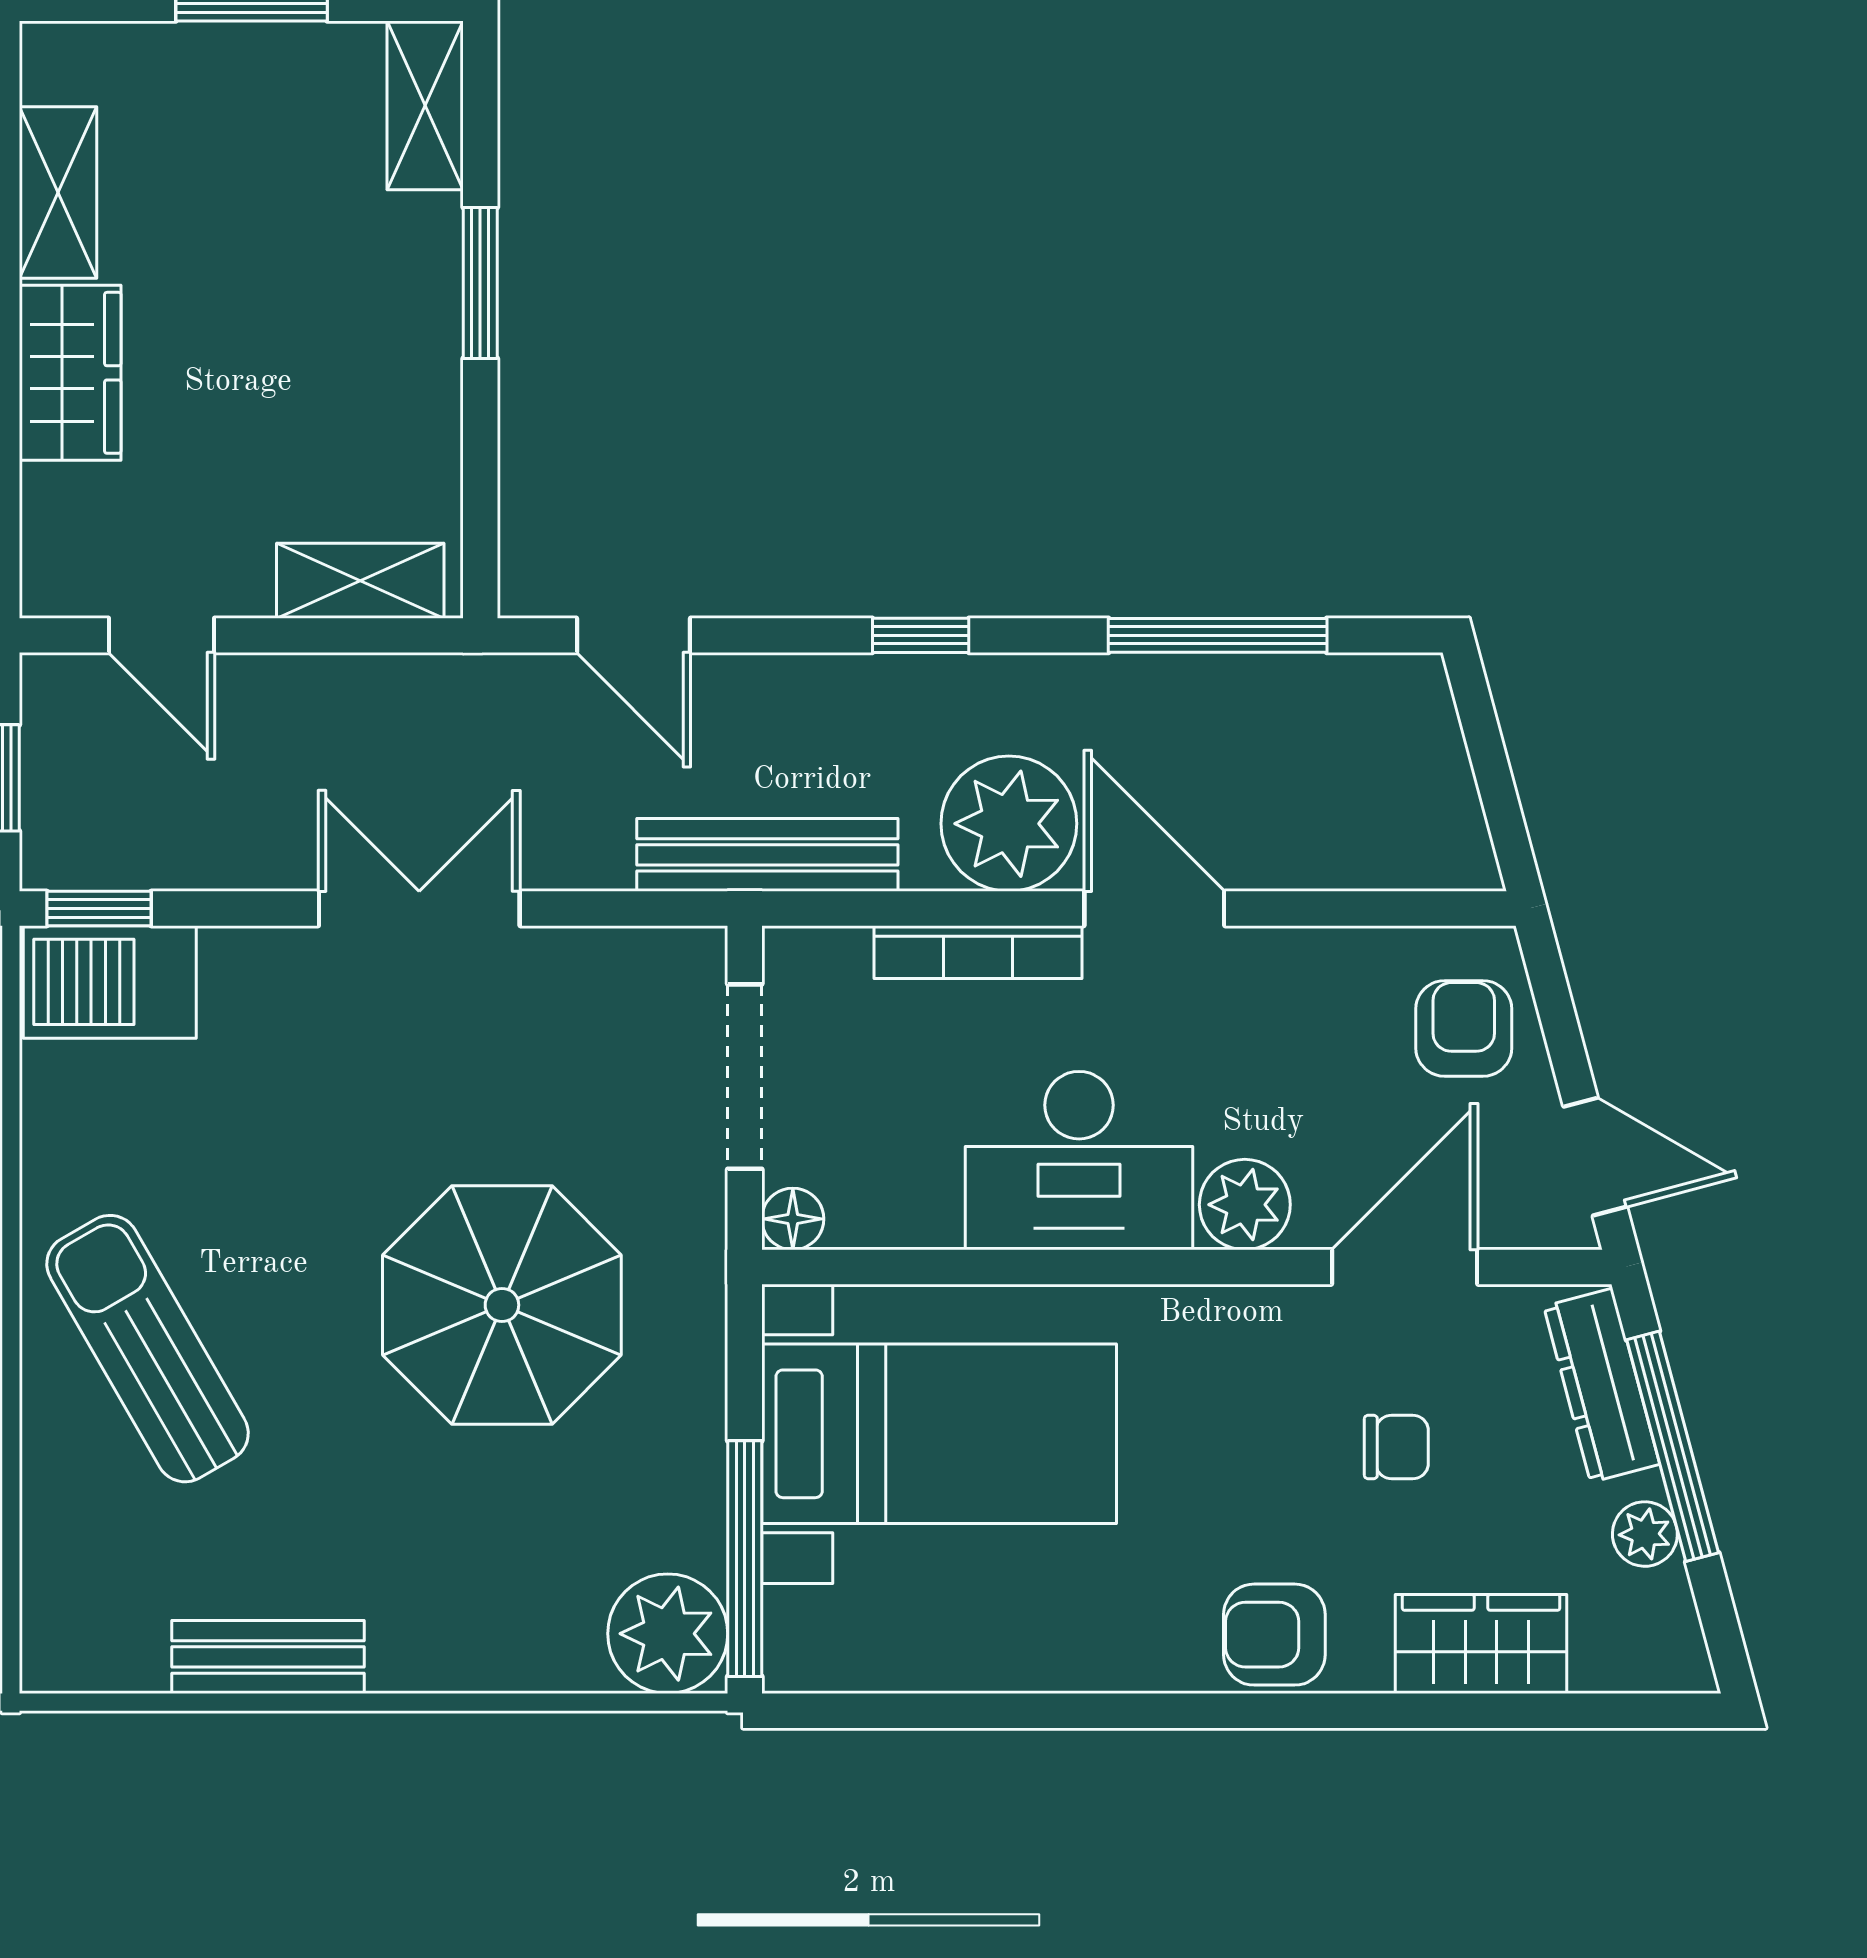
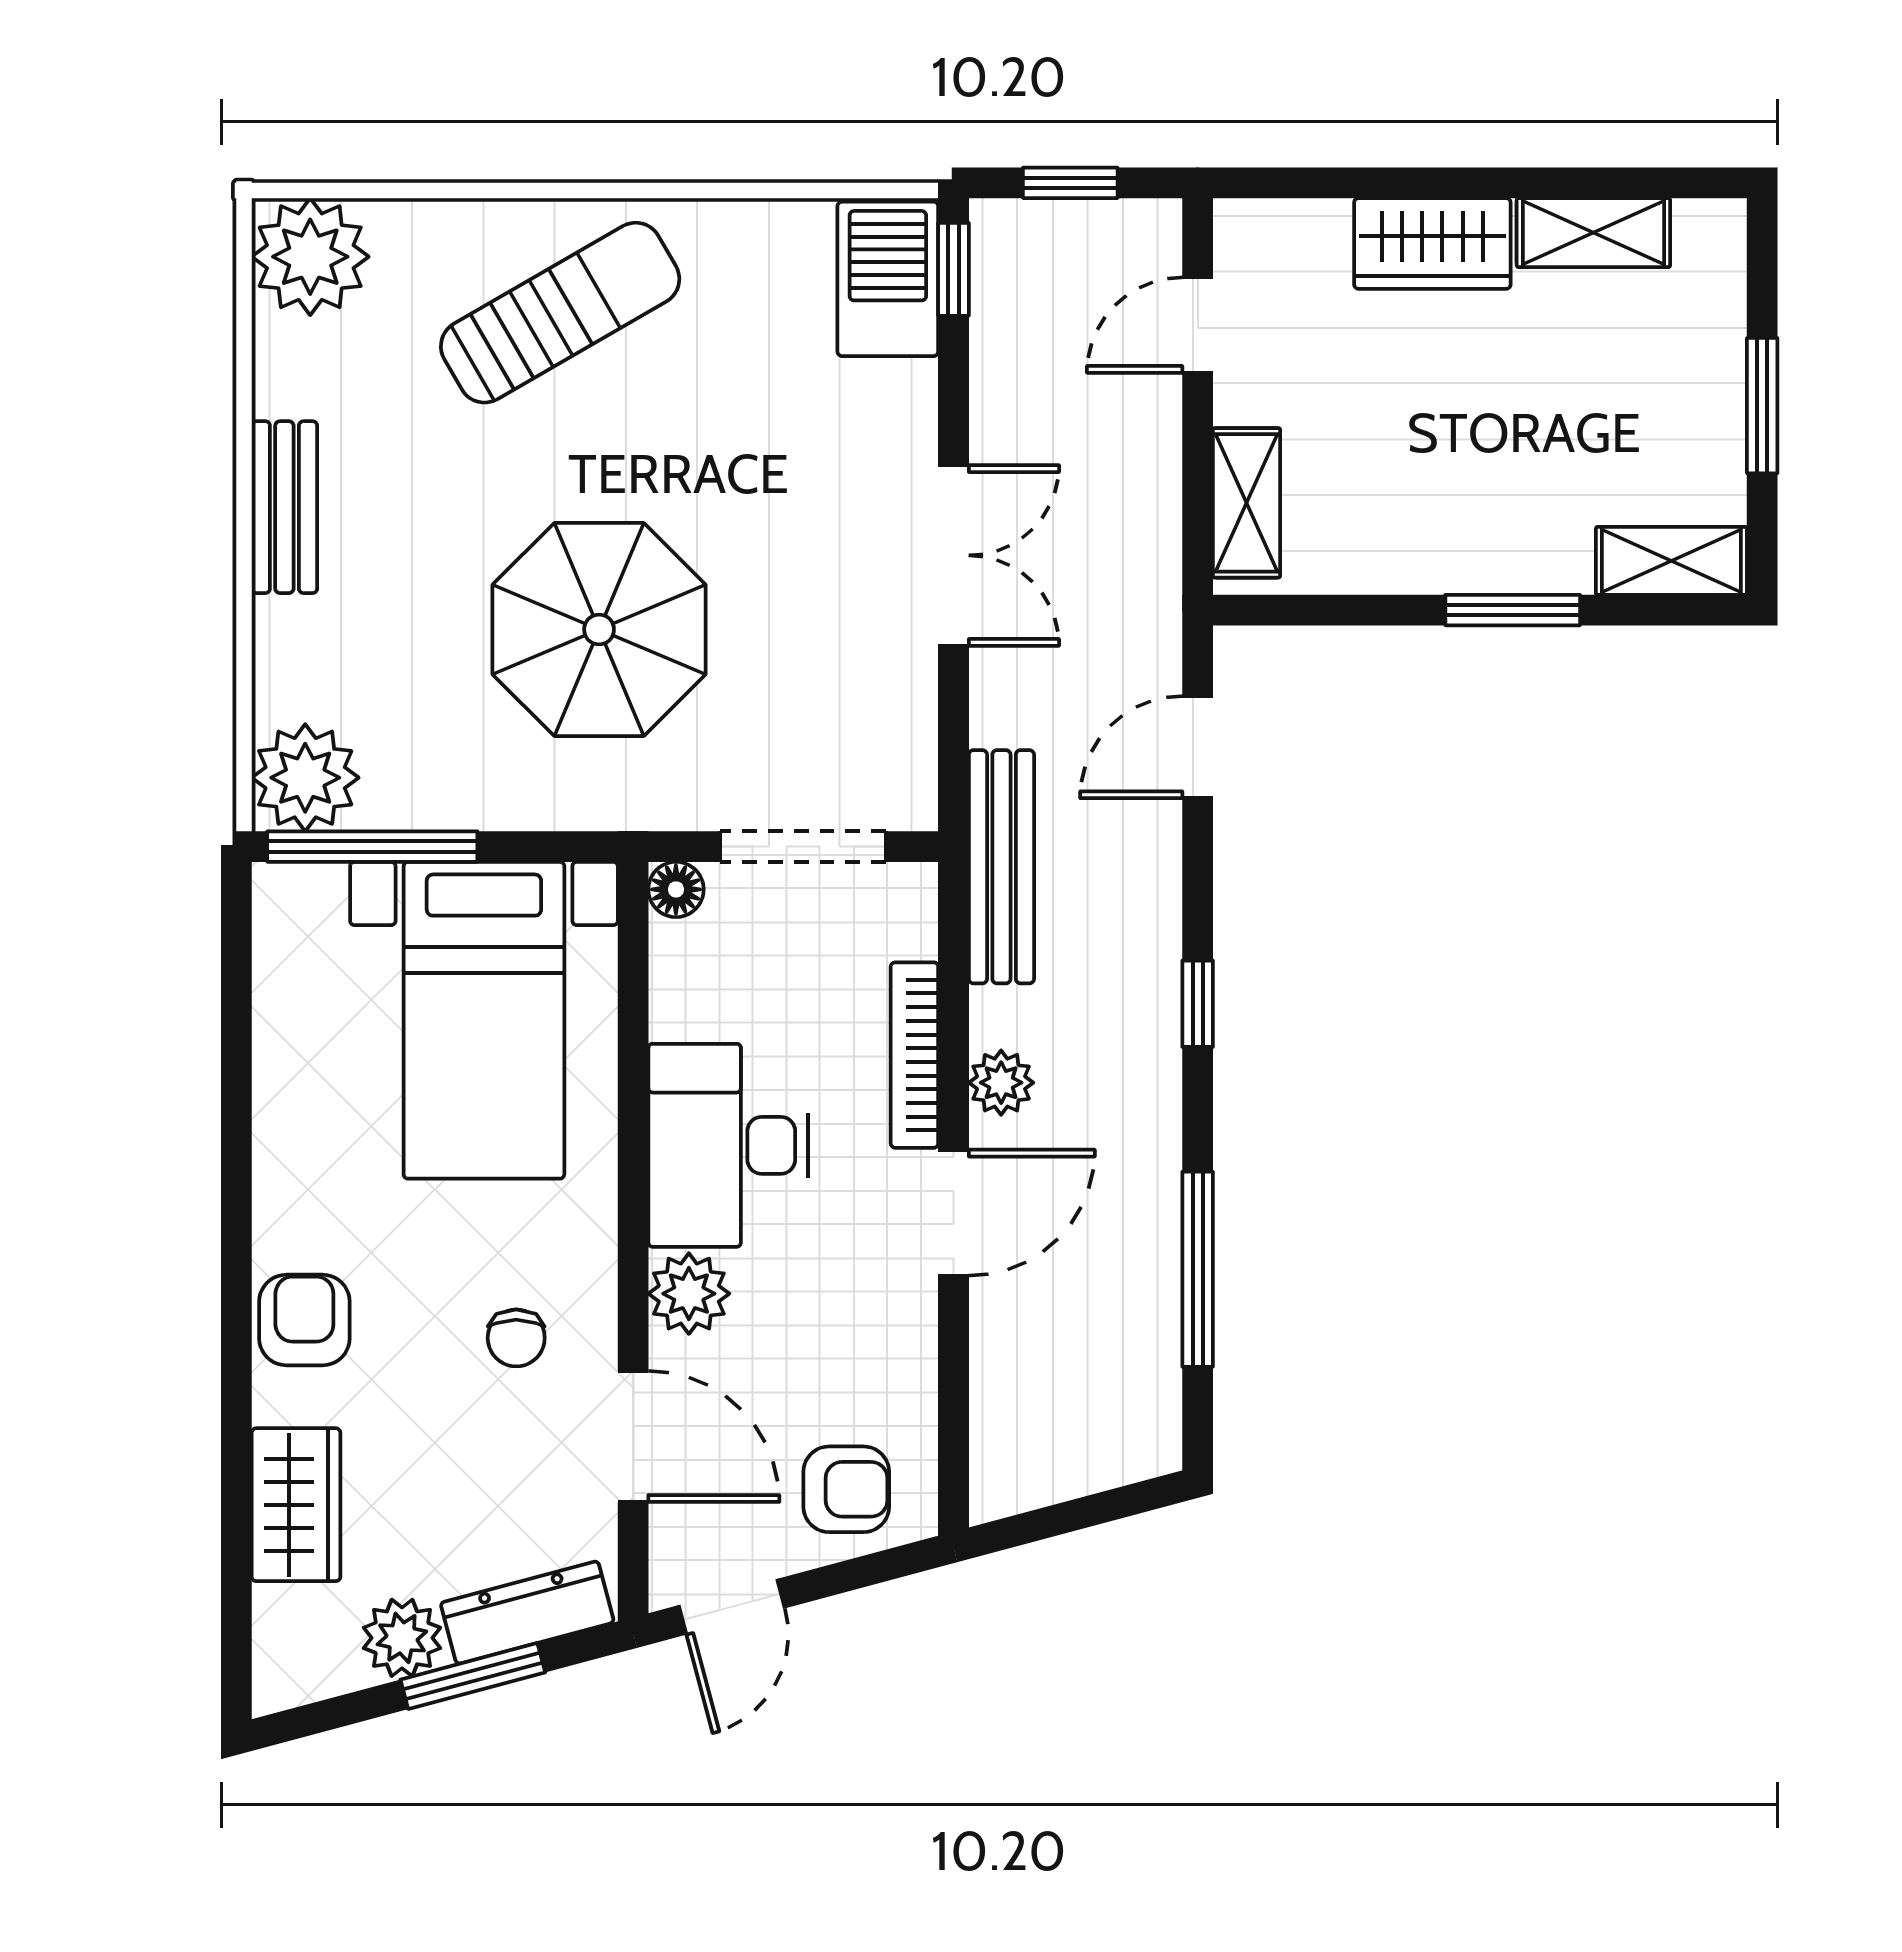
plant: (1009, 824) -> (1001, 1083), width x0.53, depth x0.53
window: (1673, 1446) -> (473, 1676), width x0.69
chair: (1396, 1447) -> (516, 1338), moved
plant: (1645, 1534) -> (402, 1638), width x1.38, depth x1.38
plant: (85, 1628) -> (310, 257), added
bench: (268, 1657) -> (284, 507), moved

